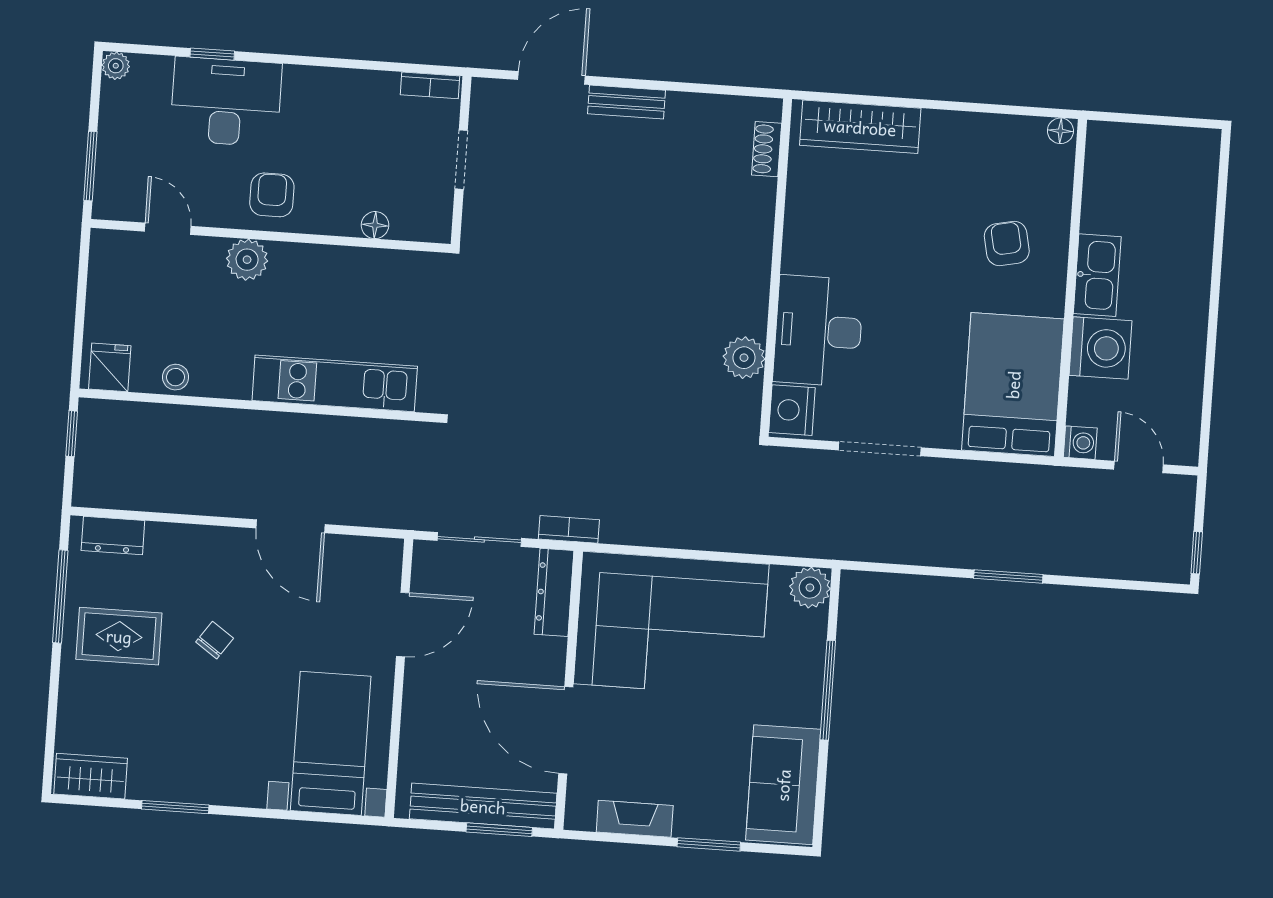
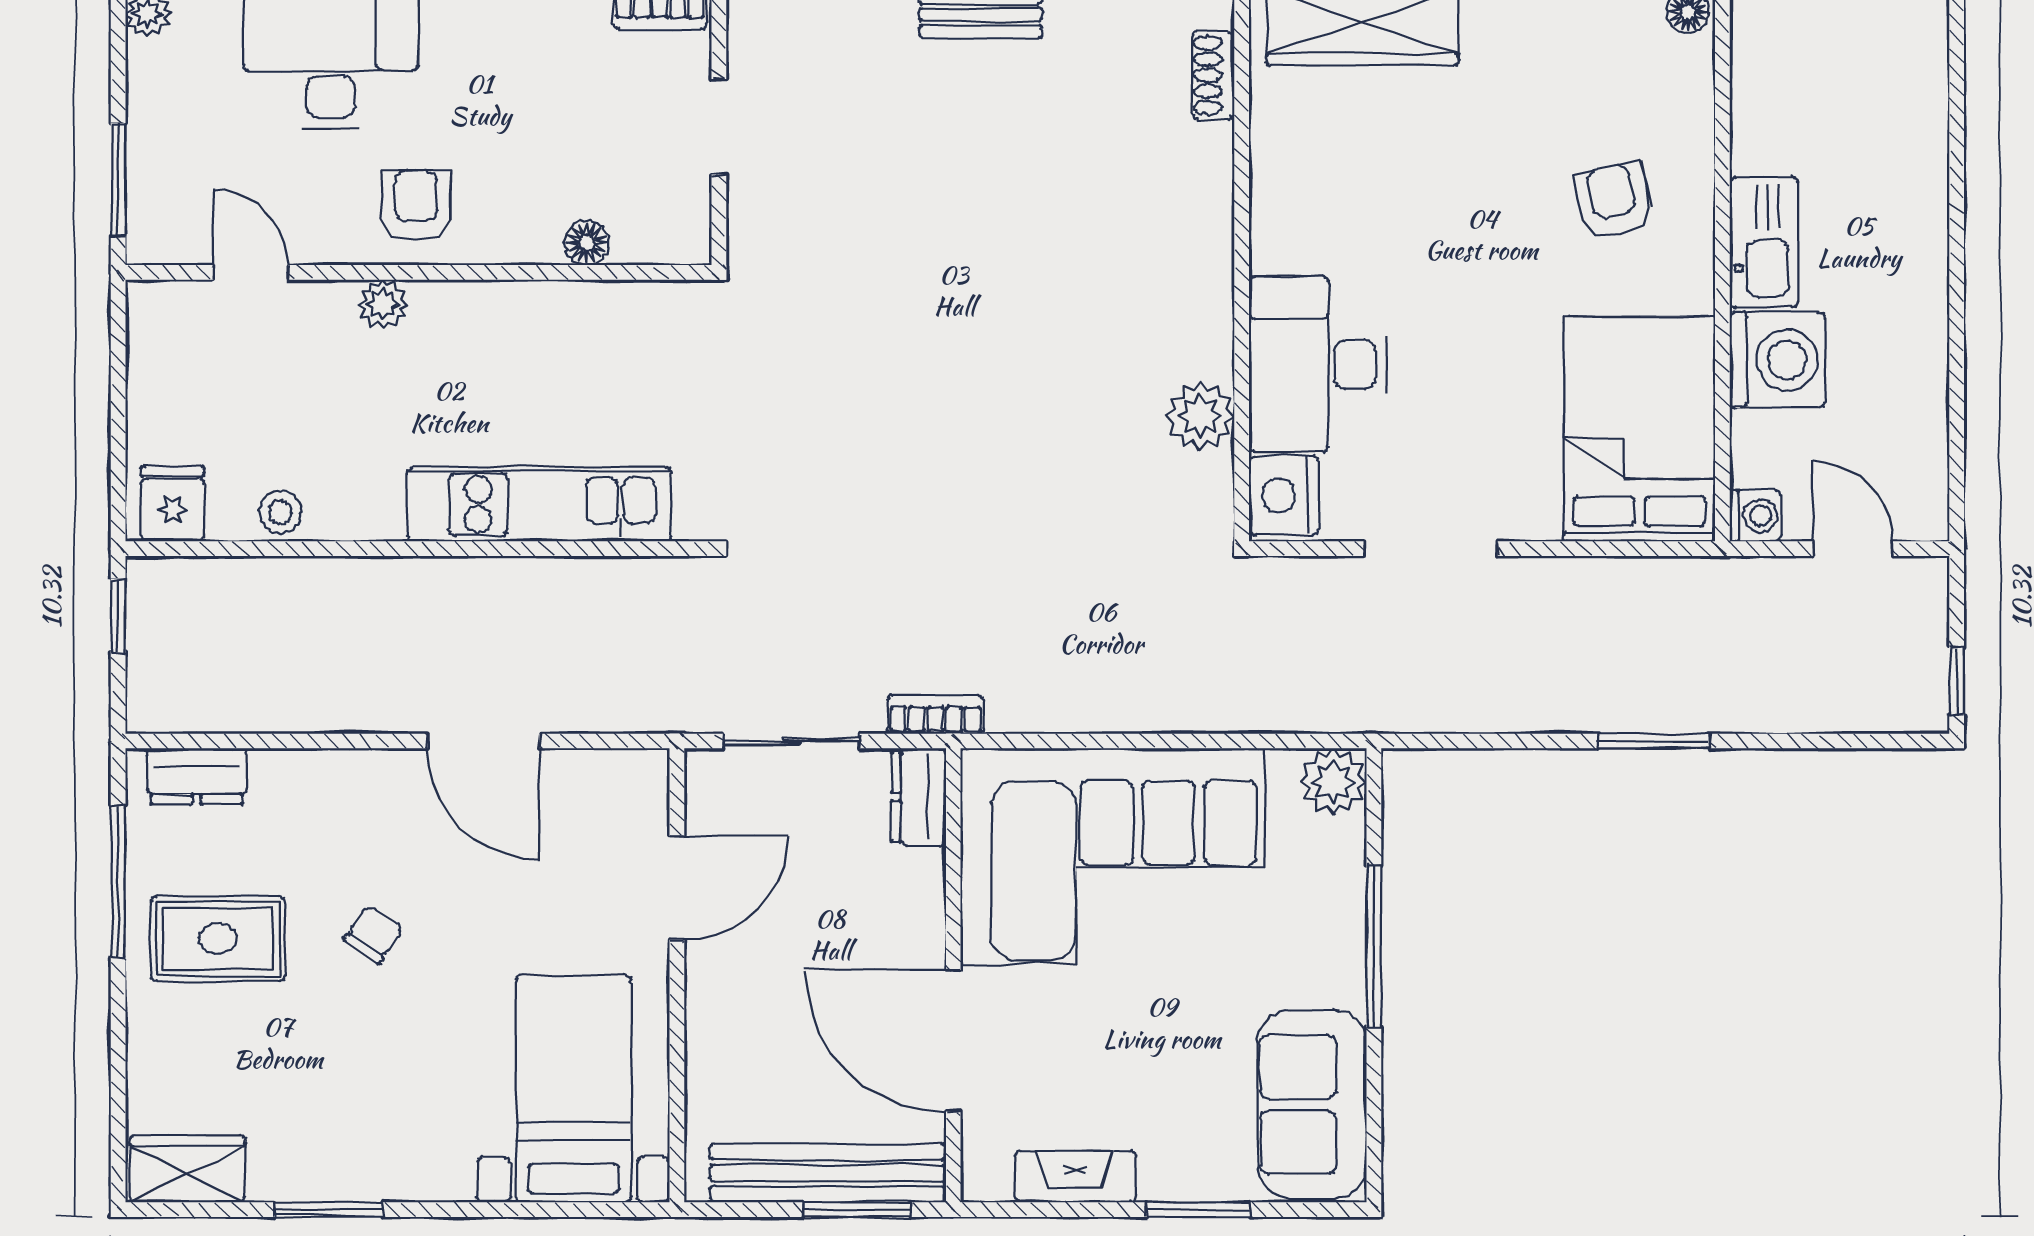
plant: (247, 260) -> (383, 304), width x0.73, depth x0.73
dresser: (554, 592) -> (919, 797), width x0.70

